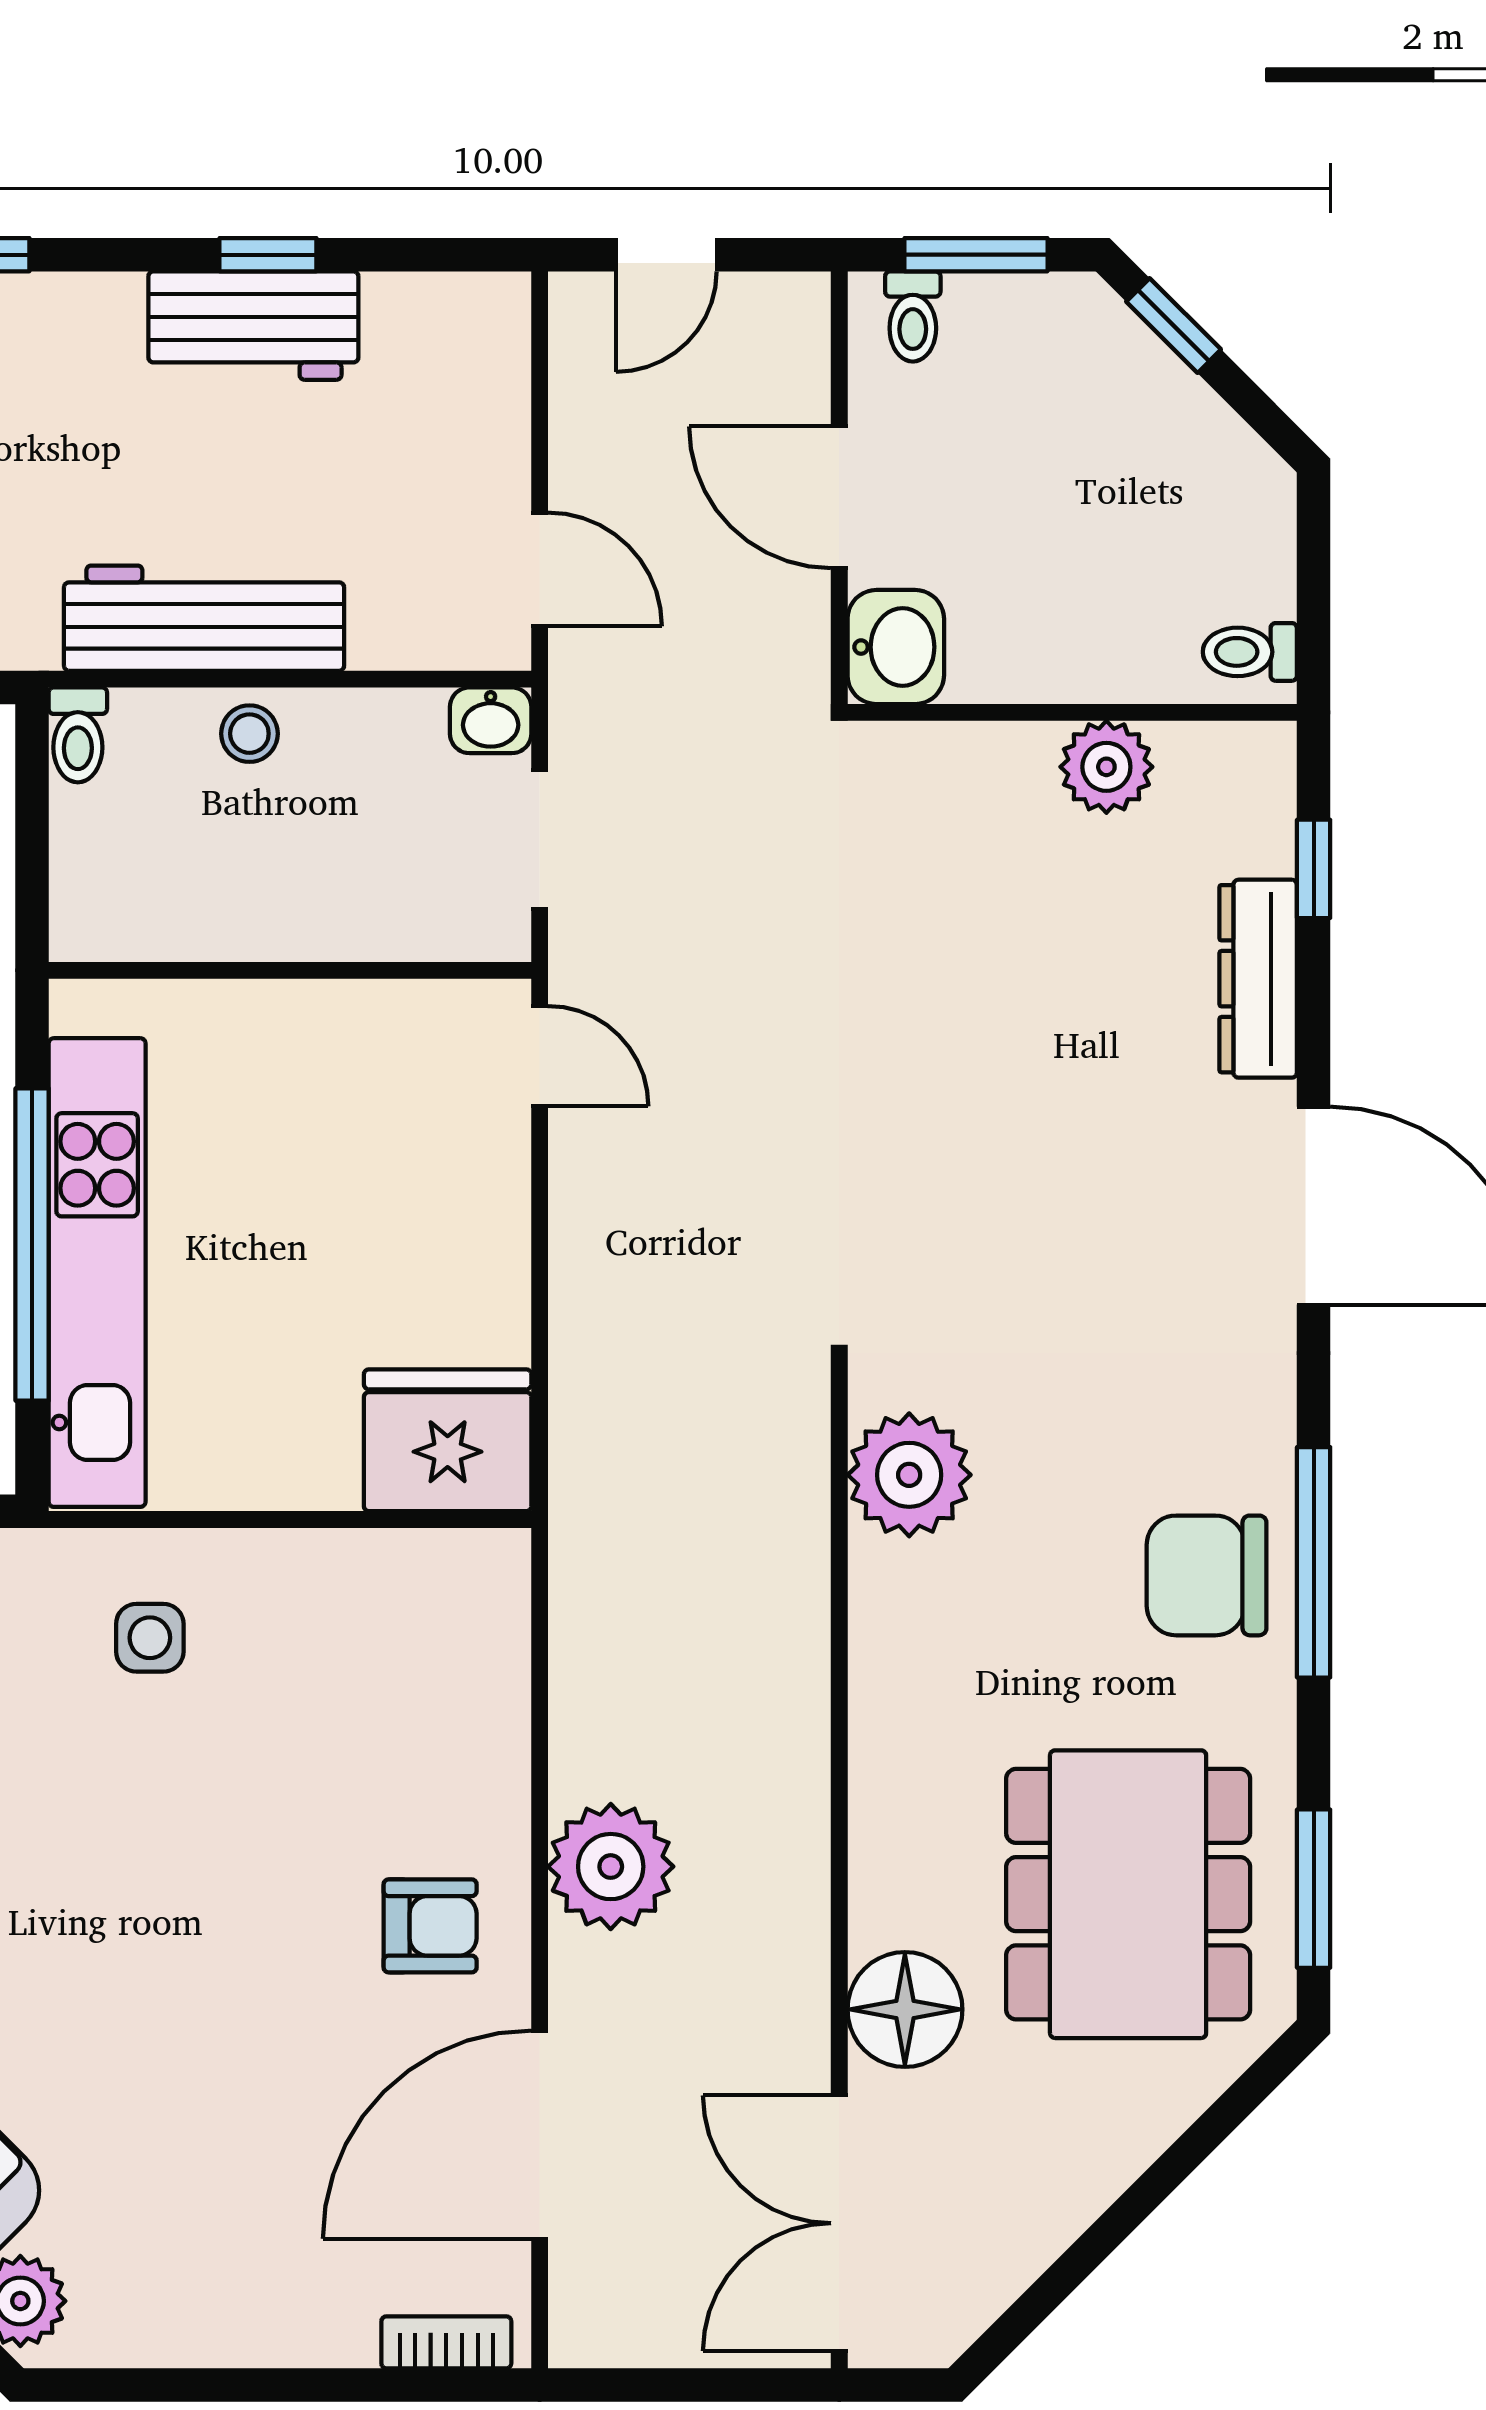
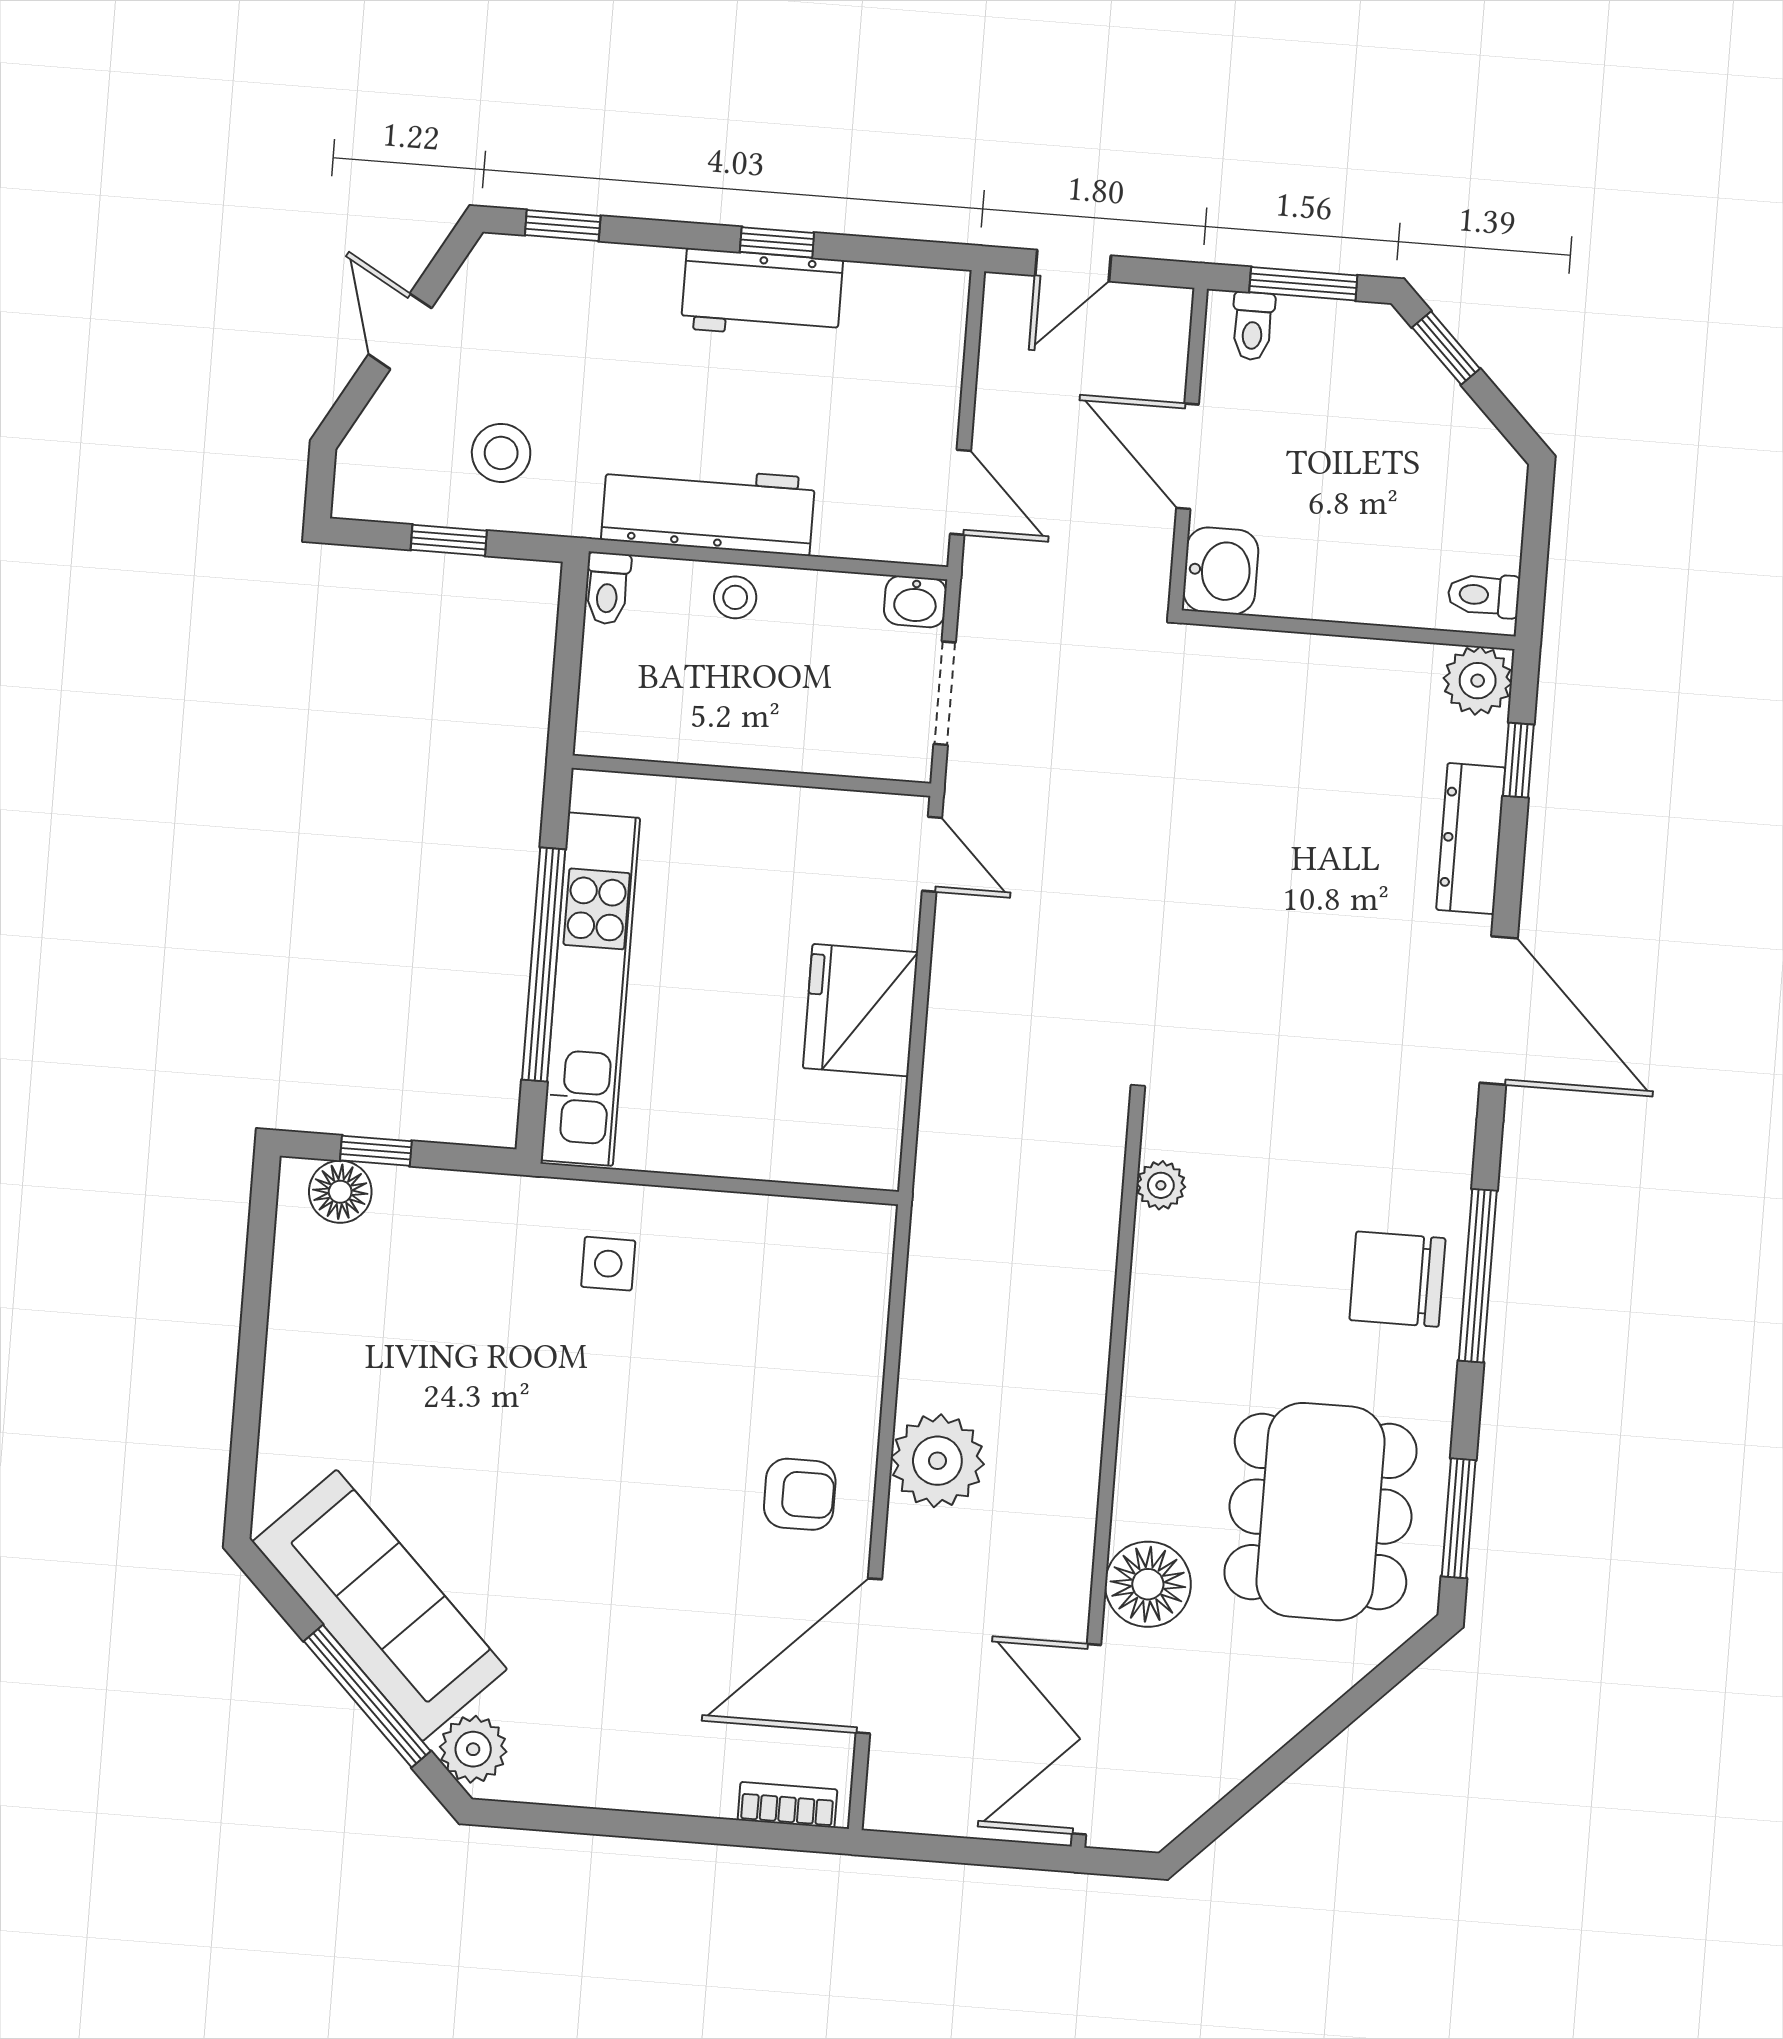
plant: (1106, 767) -> (1478, 681), moved
fridge: (448, 1440) -> (860, 1010), moved, turned -90
plant: (909, 1475) -> (1161, 1185), width x0.53, depth x0.53

